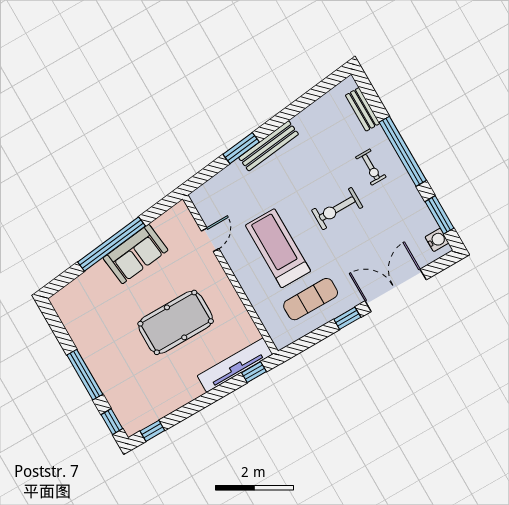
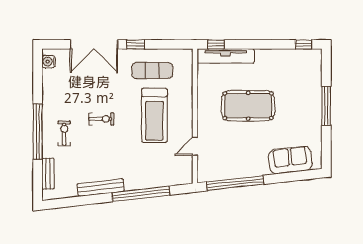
bench: (269, 146) -> (101, 188), moved
window: (241, 148) -> (141, 194), width x2.11
exercise bike: (337, 209) -> (101, 119), width x0.73, depth x0.72
window: (439, 215) -> (38, 77), removed
window: (112, 244) -> (235, 183), moved
sofa: (135, 254) -> (290, 160), moved
window: (112, 422) -> (326, 65), removed

